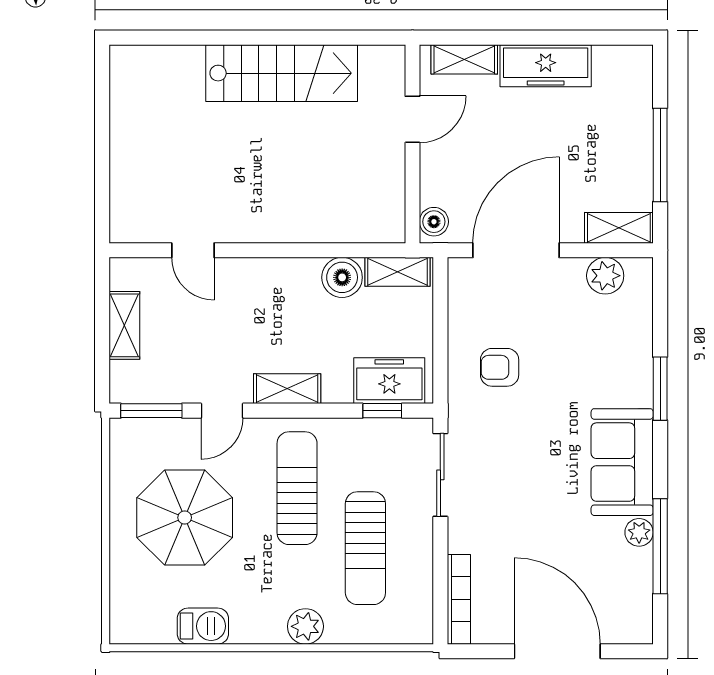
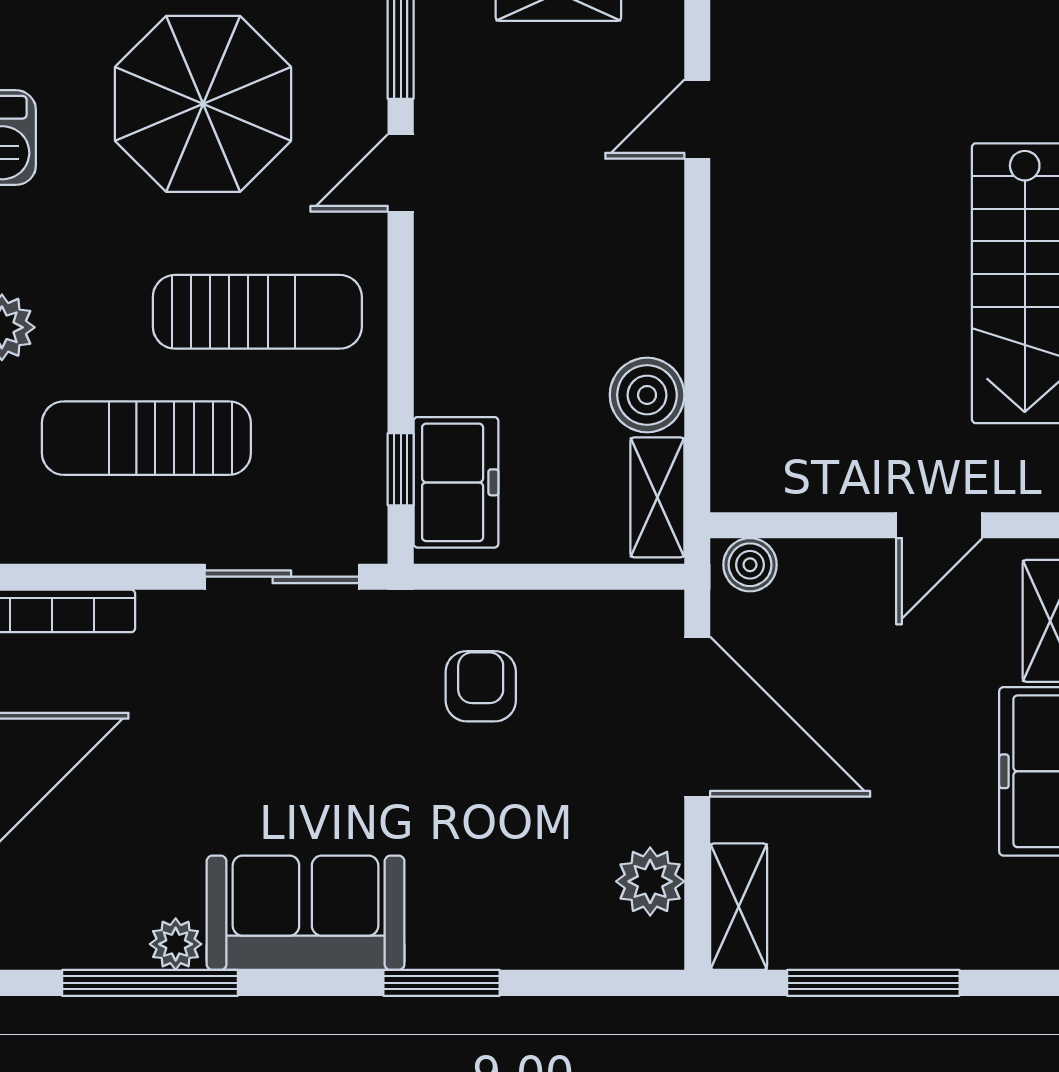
door: (413, 119) -> (939, 525), hinge flipped
shelving: (287, 389) -> (441, 293), removed
door: (222, 411) -> (401, 173), hinge flipped

